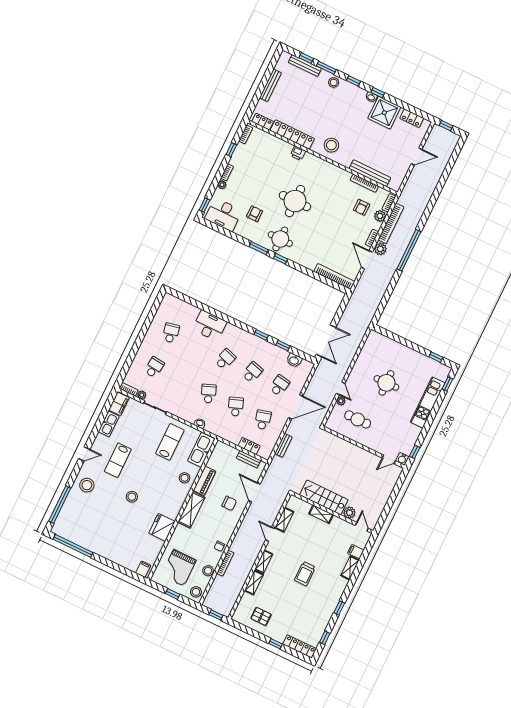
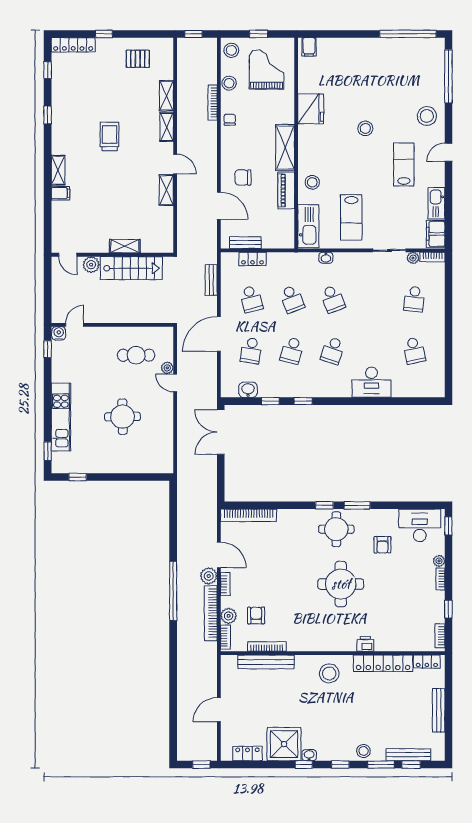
stairs: (324, 497) -> (131, 268), moved
wall: (332, 512) -> (112, 255), moved
plant: (349, 513) -> (91, 265), moved
shelving: (321, 514) -> (125, 246), moved
door: (362, 527) -> (68, 255), moved

